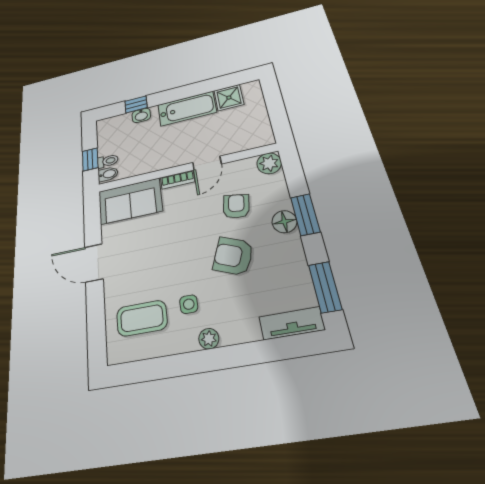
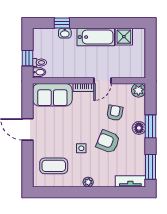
side table: (189, 304) -> (81, 148), moved

